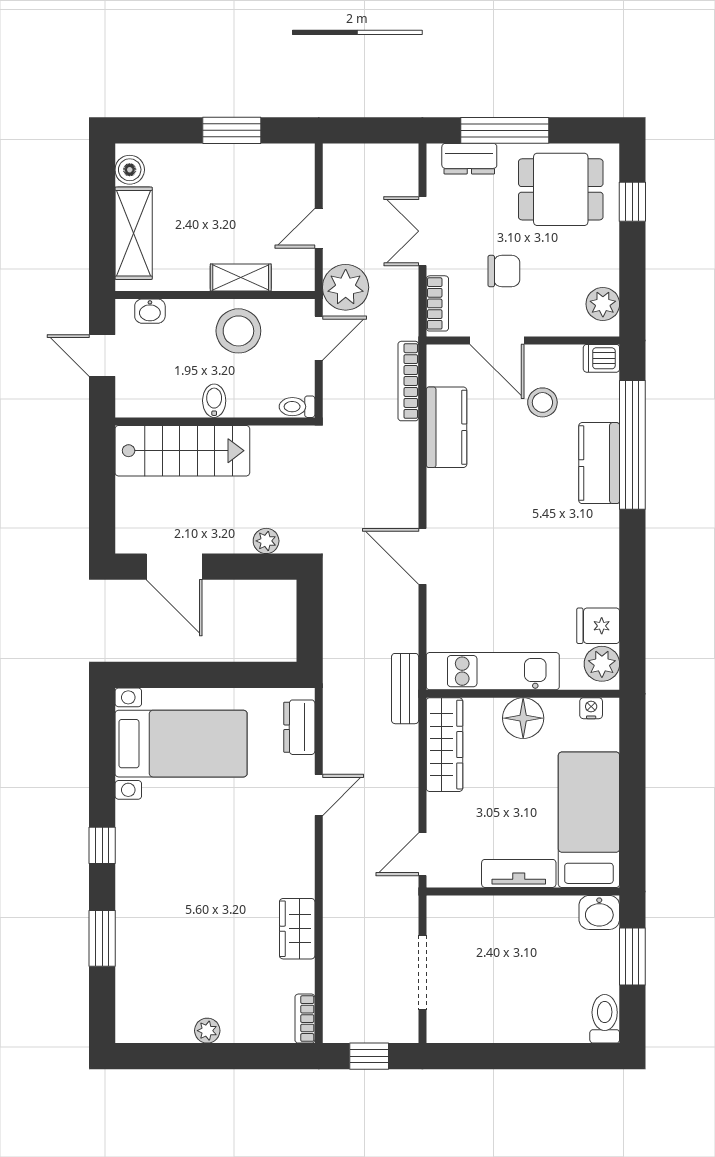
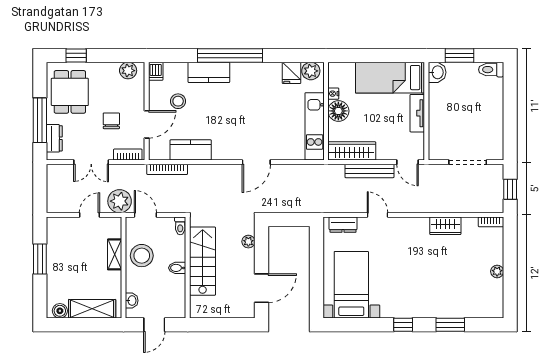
door: (319, 228) -> (90, 215), swing flipped
window: (632, 445) -> (230, 55), moved
stairs: (182, 451) -> (203, 261), moved
bench: (405, 689) -> (369, 171), moved, width x1.36
nightstand: (591, 708) -> (333, 94), moved

